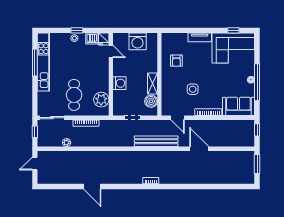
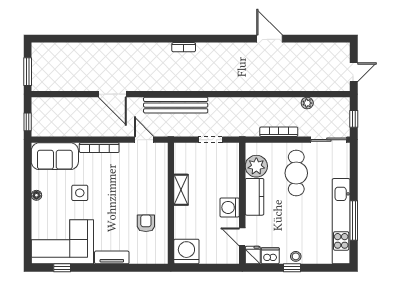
washing machine: (138, 41) -> (186, 252), moved
kitchen counter: (102, 79) -> (254, 197), added
window: (257, 82) -> (28, 192), removed
washing machine: (119, 83) -> (230, 207), moved
side table: (193, 89) -> (80, 193), moved
boiler: (151, 101) -> (183, 164), removed

